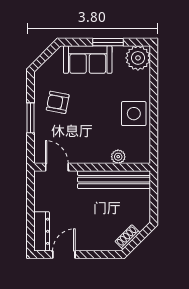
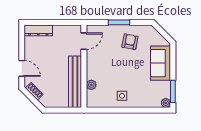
window: (108, 42) -> (173, 91), moved
plant: (138, 58) -> (166, 103), width x0.53, depth x0.53
side table: (134, 114) -> (122, 96), width x0.54, depth x0.54
door: (64, 254) -> (22, 68), moved

